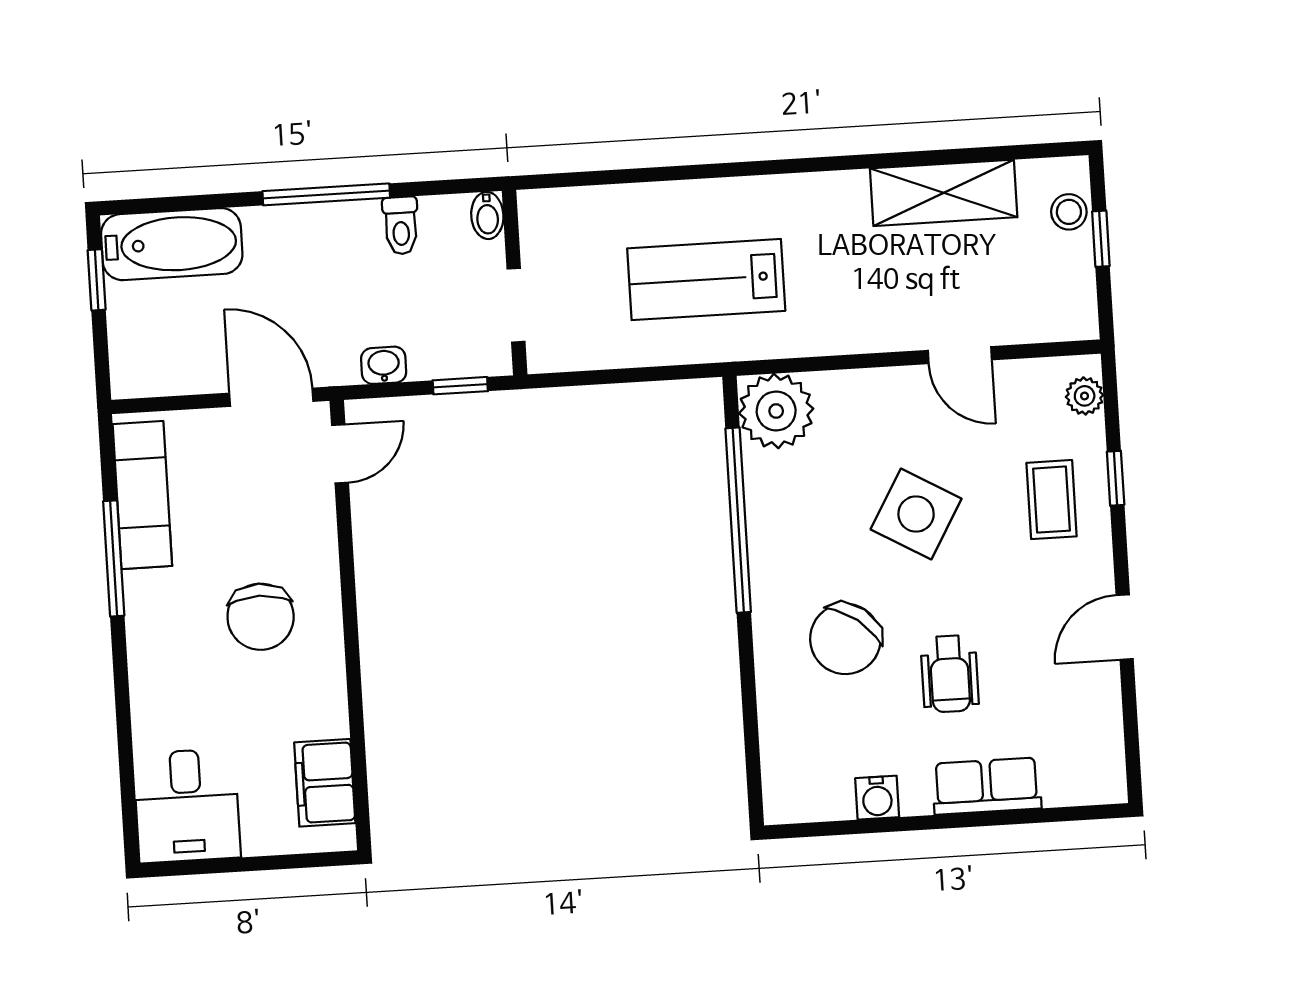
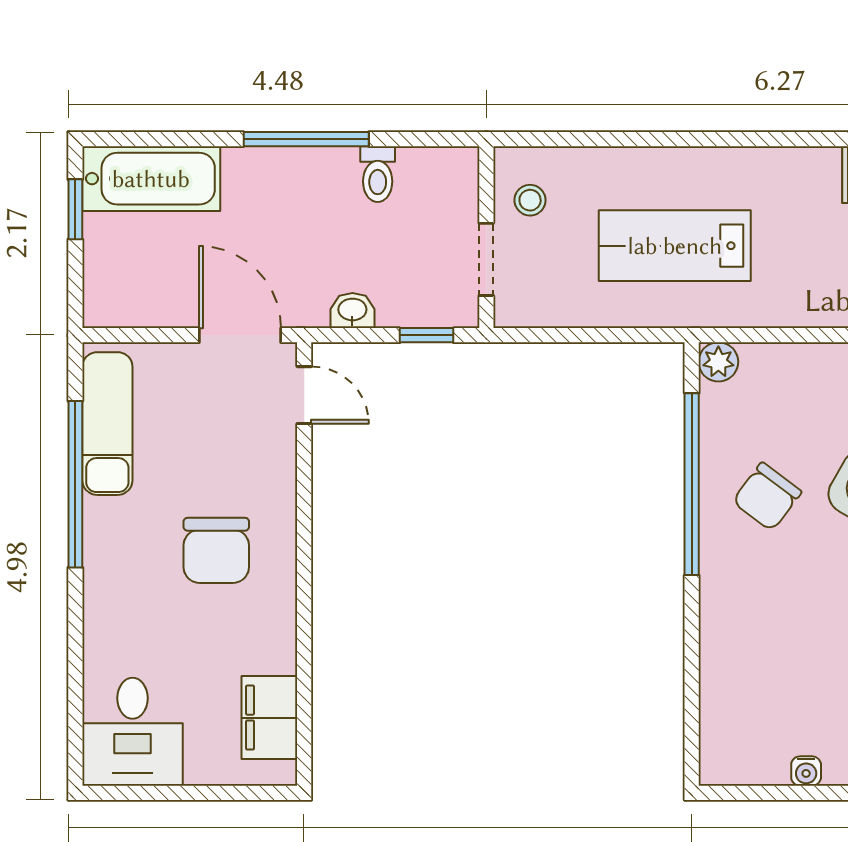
bidet: (487, 215) -> (463, 169), removed
stool: (557, 242) -> (530, 200), added
plant: (776, 411) -> (718, 362), width x0.53, depth x0.53
door: (340, 454) -> (304, 395), hinge flipped
window: (114, 558) -> (75, 484), width x1.46
chair: (845, 639) -> (767, 497), moved, width x0.73, depth x0.73
water cooler: (877, 798) -> (806, 771), width x0.72, depth x0.72

